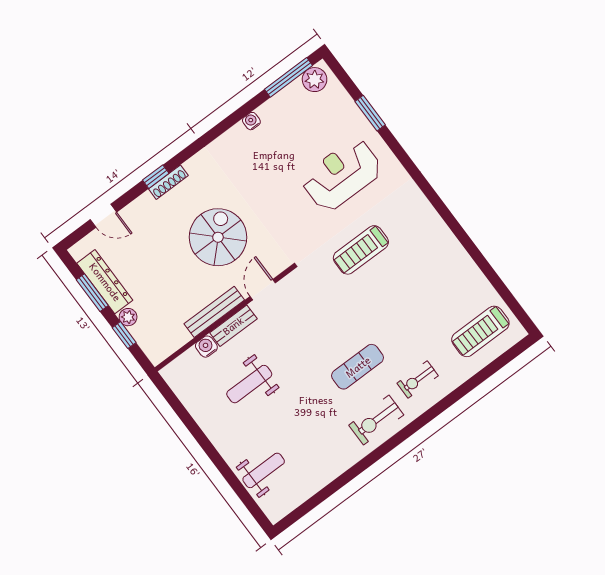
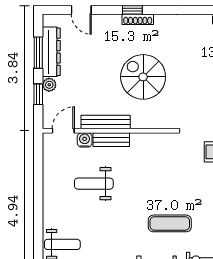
spiral stairs: (218, 237) -> (143, 77), turned -90
door: (263, 290) -> (63, 131), moved

